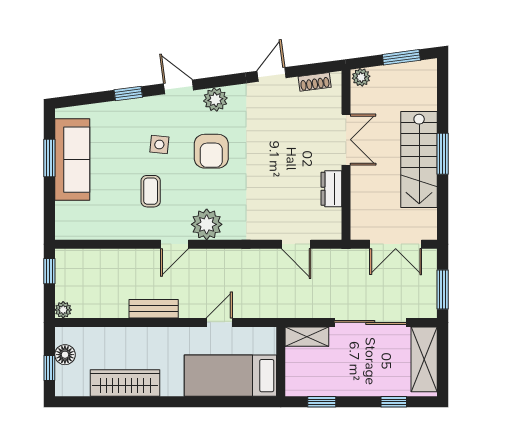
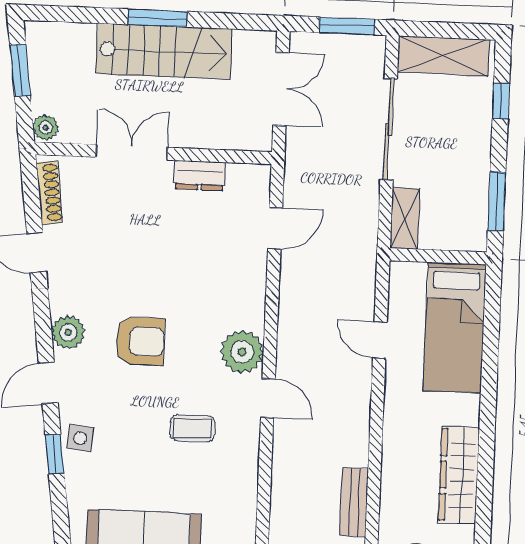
shoe rack: (315, 82) -> (49, 193), width x1.43
side table: (159, 145) -> (80, 438), moved
bench: (154, 309) -> (354, 502), moved
window: (322, 402) -> (497, 201), width x1.50

